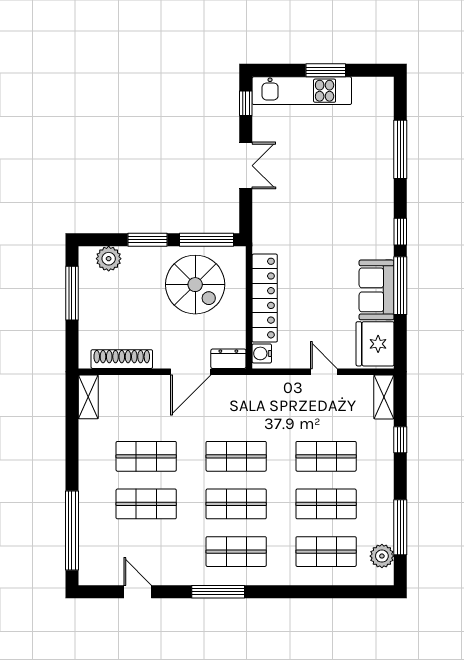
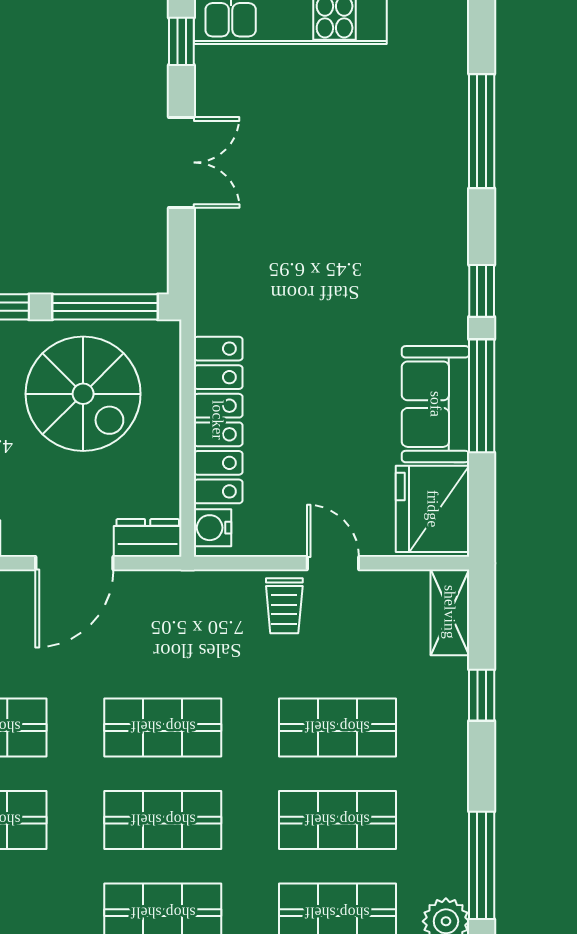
trolley: (299, 394) -> (284, 606), added

